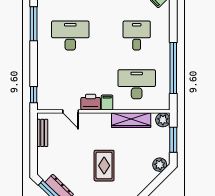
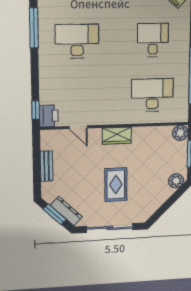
printer: (91, 102) -> (49, 116), moved, turned 90
filing cabinet: (107, 102) -> (119, 116), removed
wardrobe: (131, 120) -> (117, 136), moved, width x0.67
bench: (42, 133) -> (47, 166), moved

